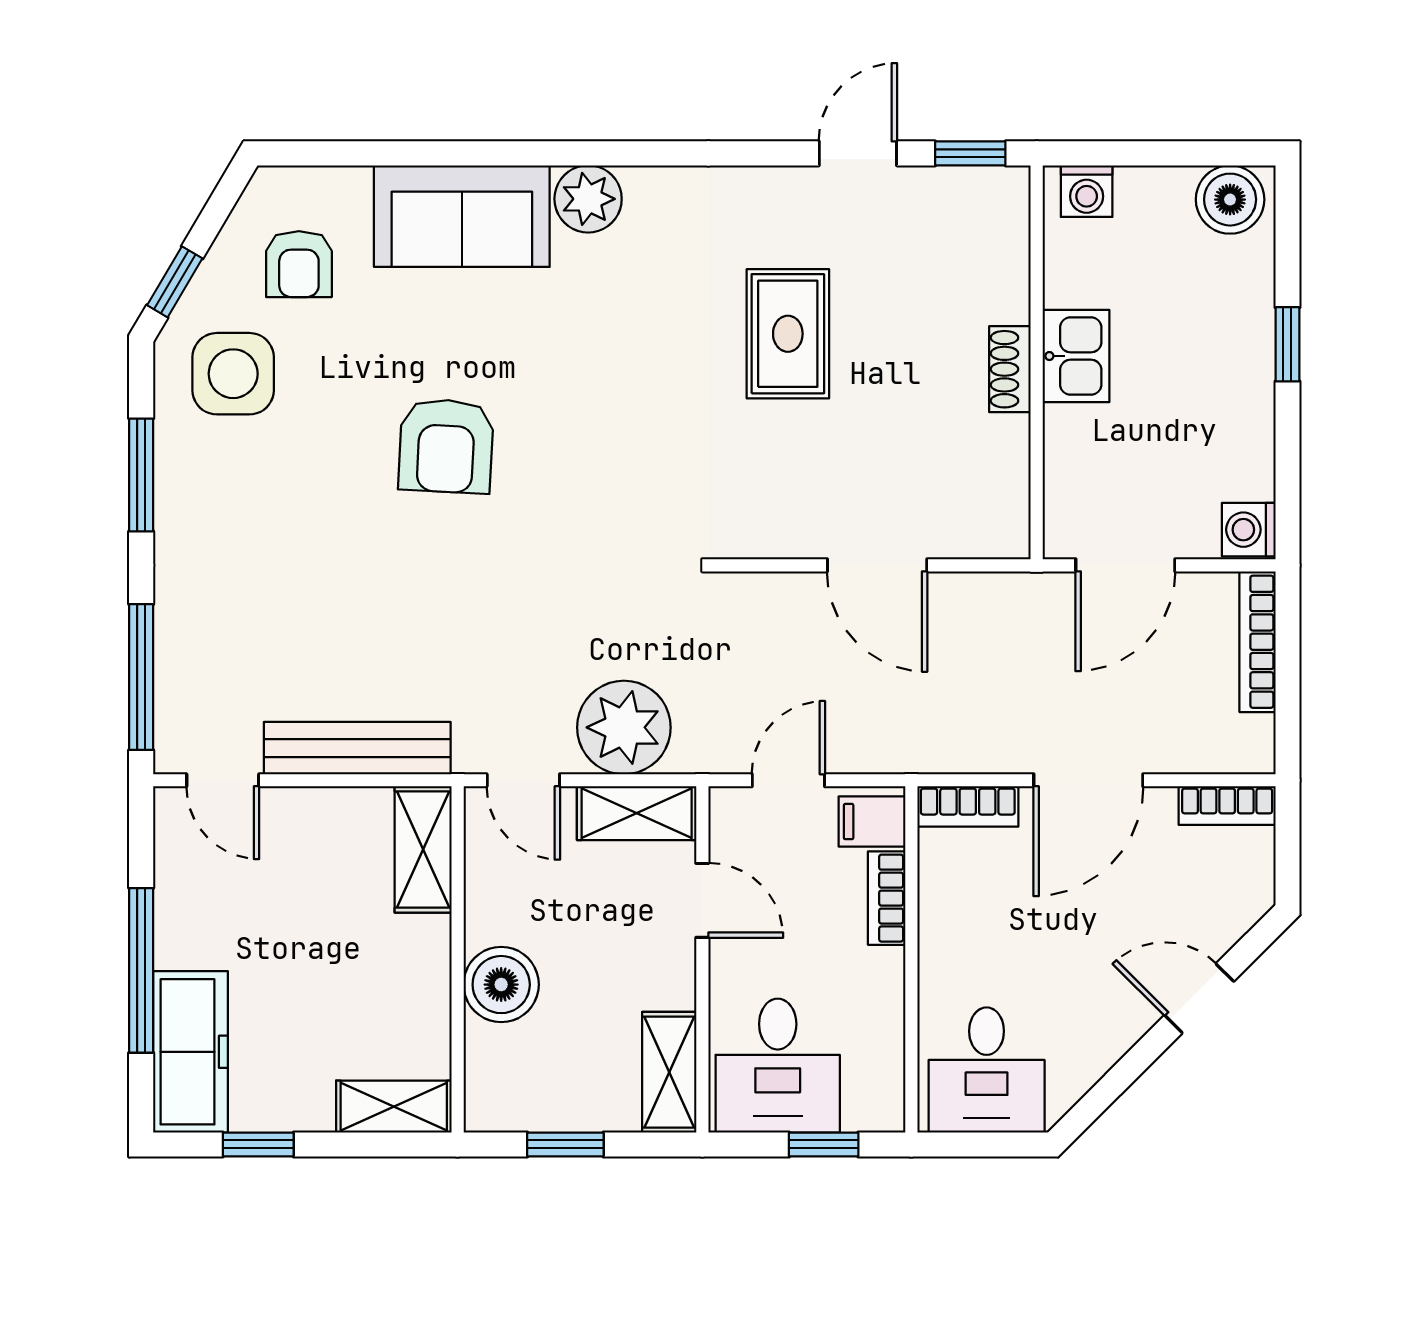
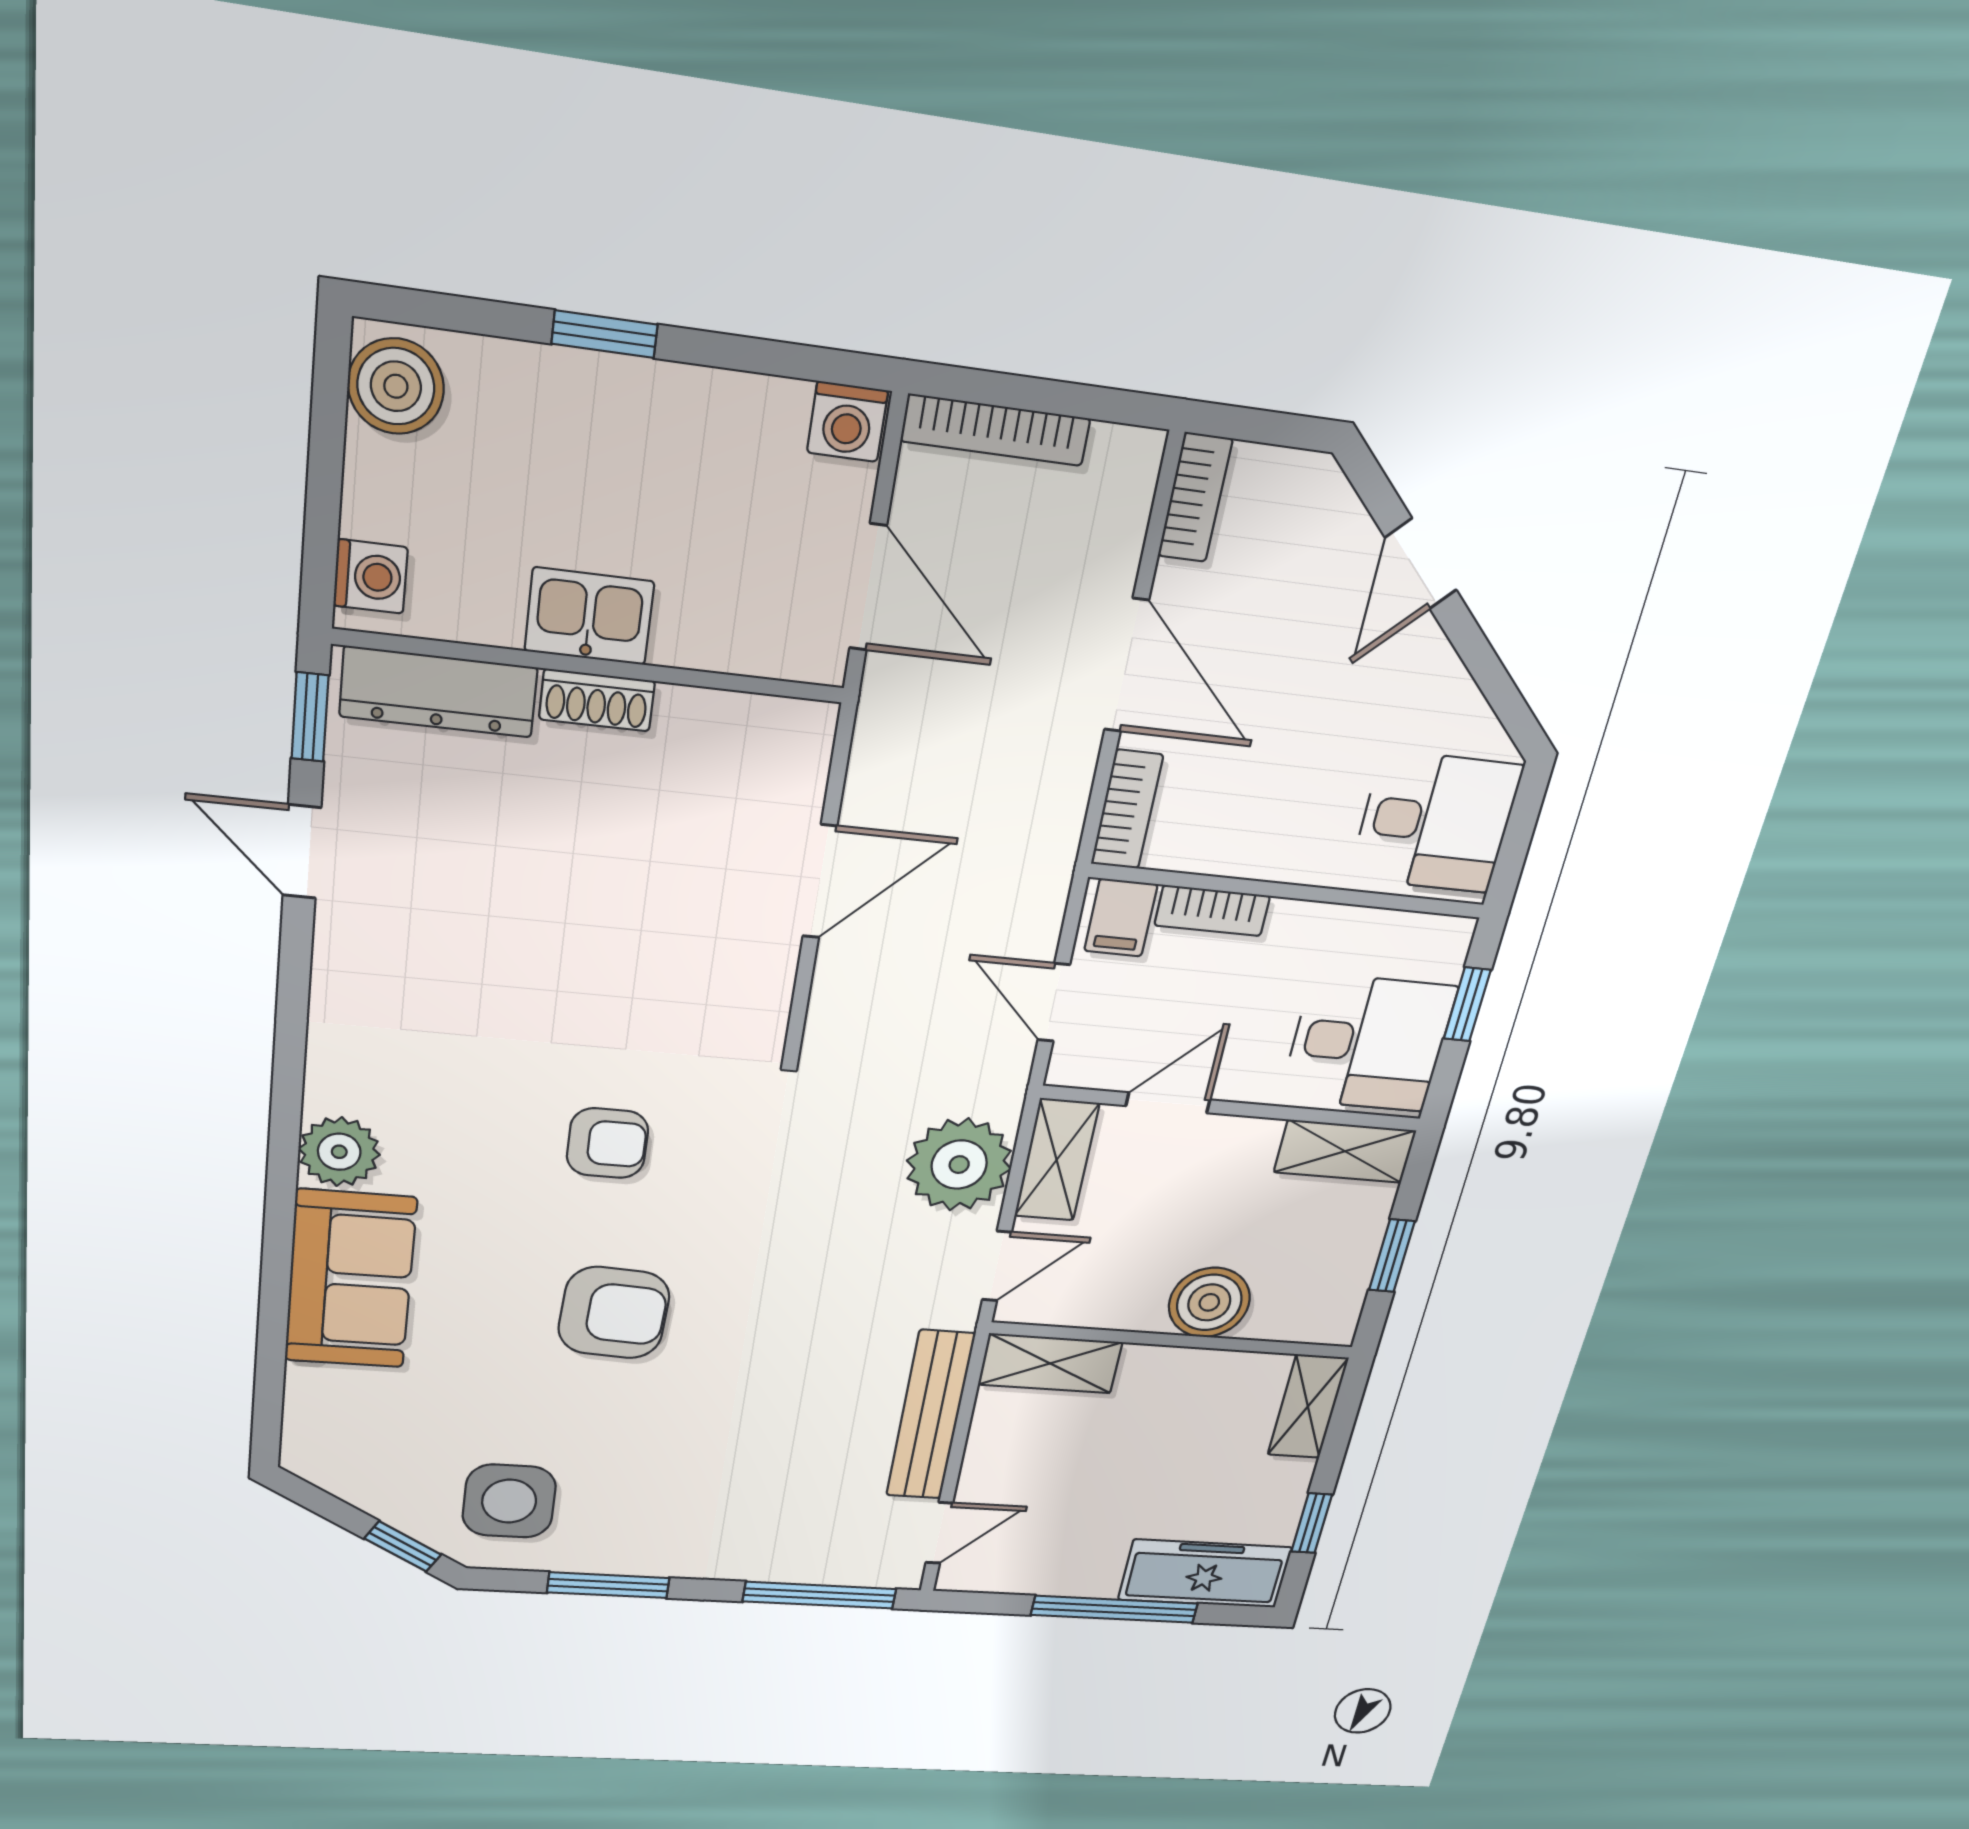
dresser: (1002, 248) -> (439, 692), added
armchair: (299, 264) -> (607, 1143), moved
rug: (788, 334) -> (524, 953), removed

